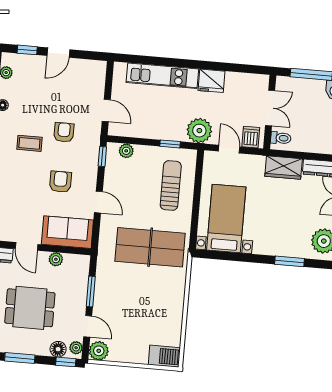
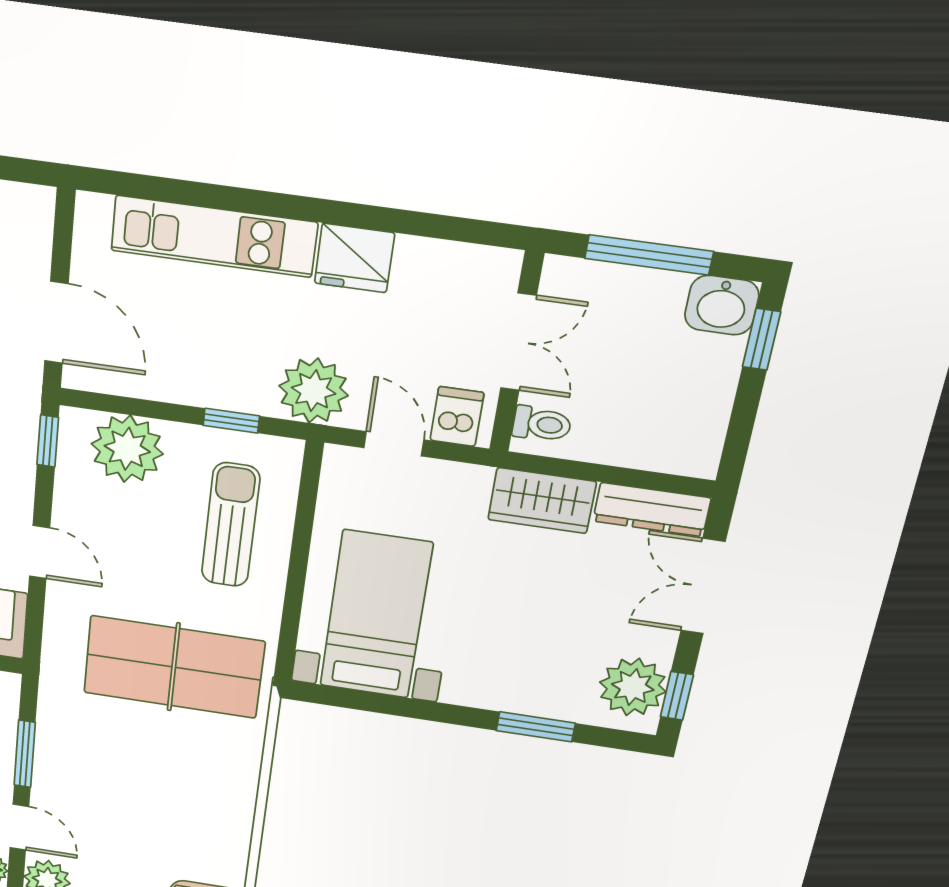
door: (106, 110) -> (56, 322), width x1.38
plant: (126, 151) -> (127, 449), width x1.87, depth x1.87

